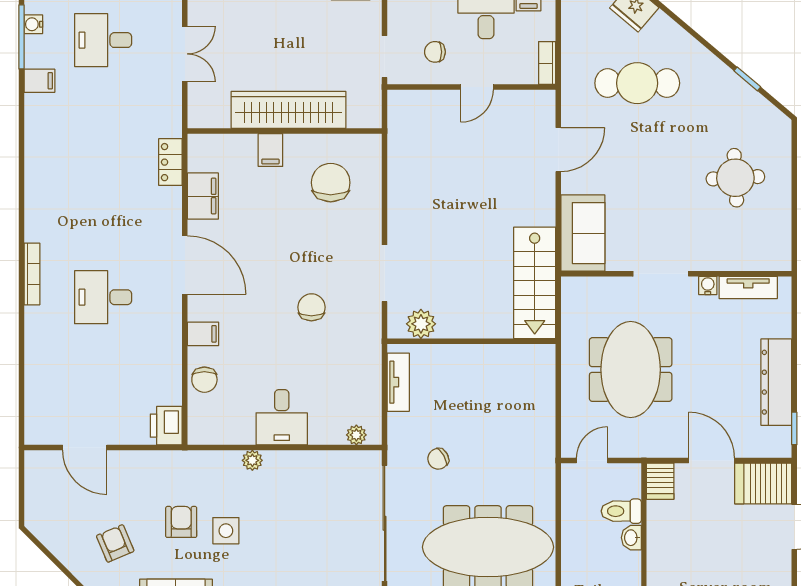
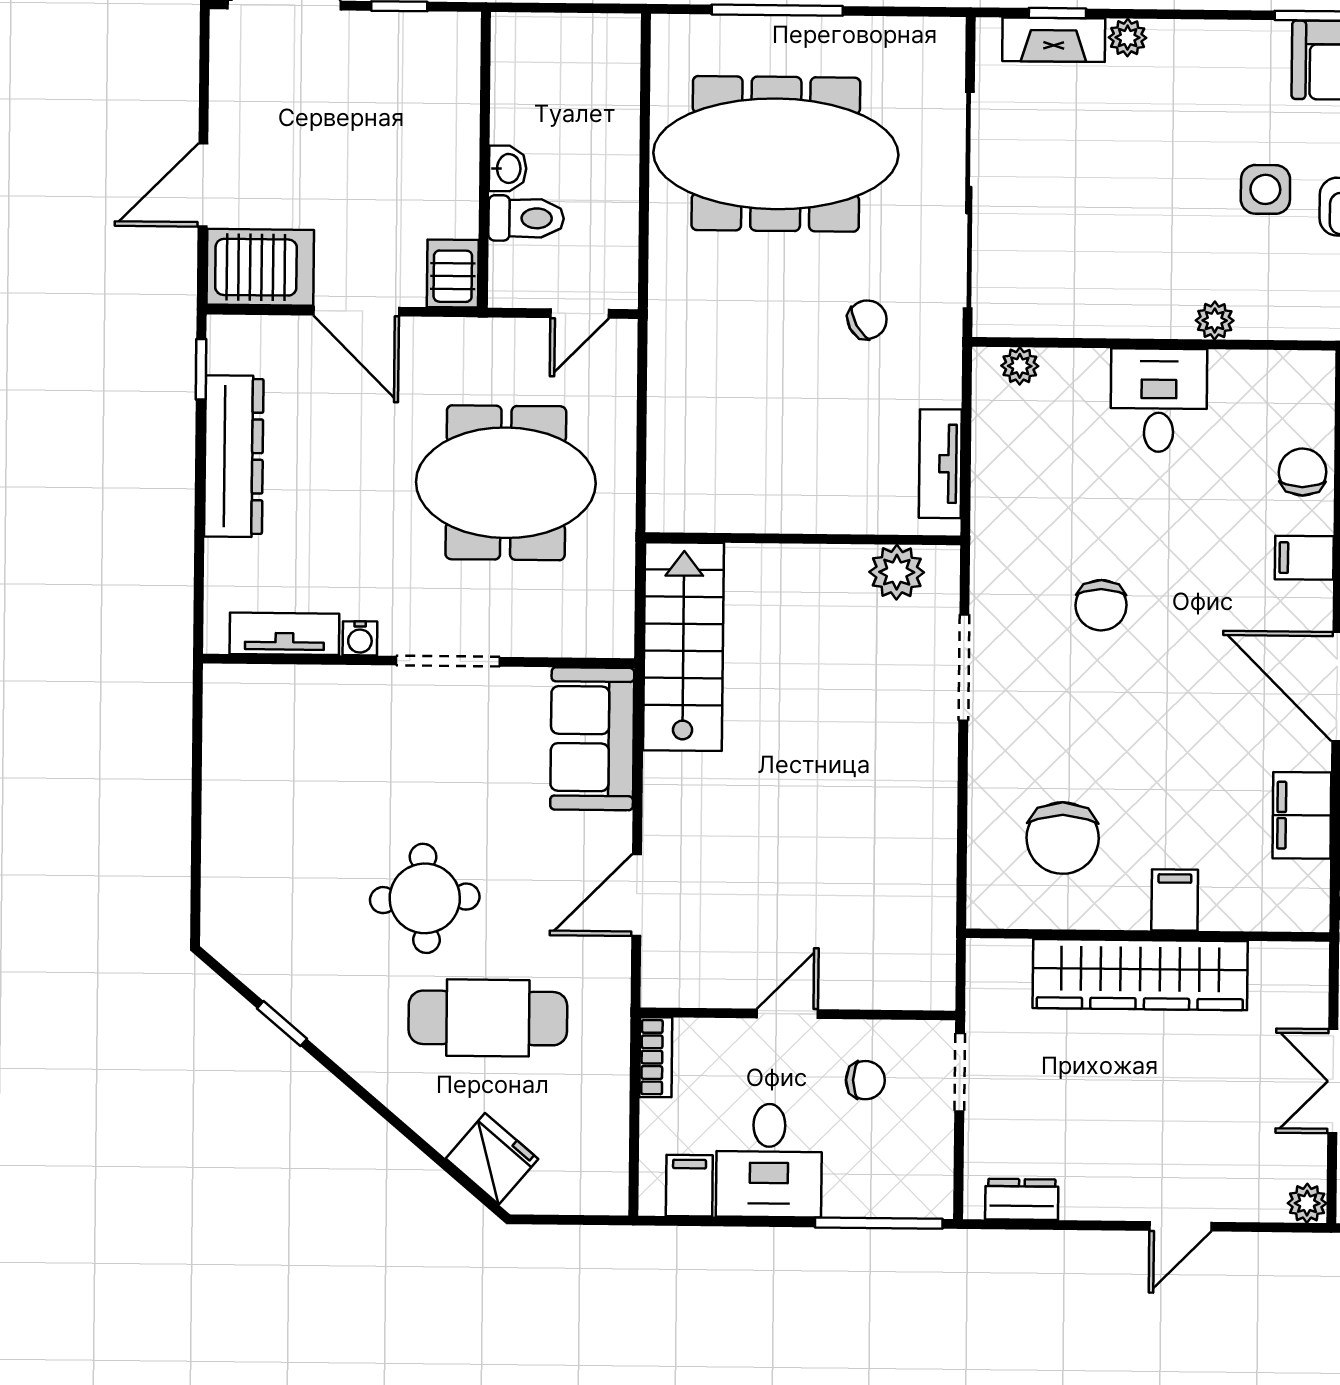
round table: (735, 178) -> (425, 898), moved
meeting table: (631, 370) -> (506, 483), turned 90

